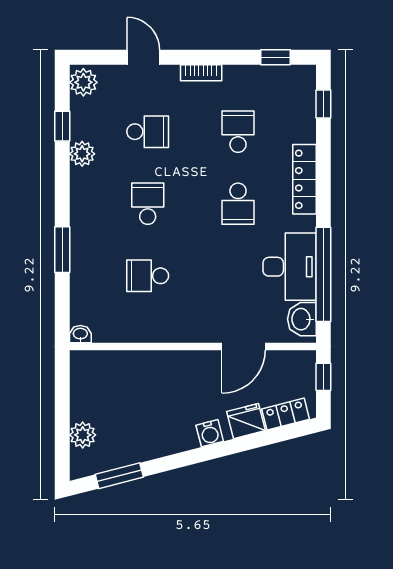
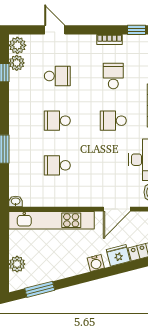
bookcase: (201, 73) -> (110, 39), moved
plant: (82, 154) -> (17, 63), moved
school desk: (148, 204) -> (57, 121), turned -90
school desk: (238, 204) -> (113, 121), turned 90
kitchen unit: (138, 364) -> (52, 220), added

